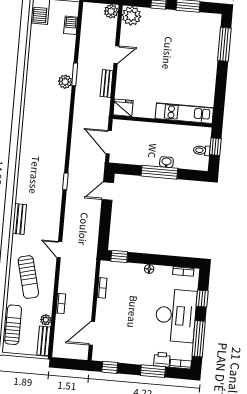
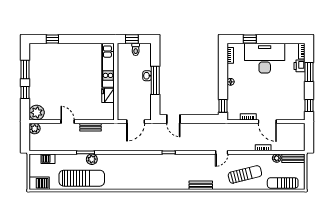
window: (224, 44) -> (52, 39), width x0.46
sun lounger: (42, 67) -> (82, 178), added
fridge: (123, 108) -> (108, 95), moved
door: (92, 333) -> (267, 122), moved
window: (199, 339) -> (281, 39), removed

